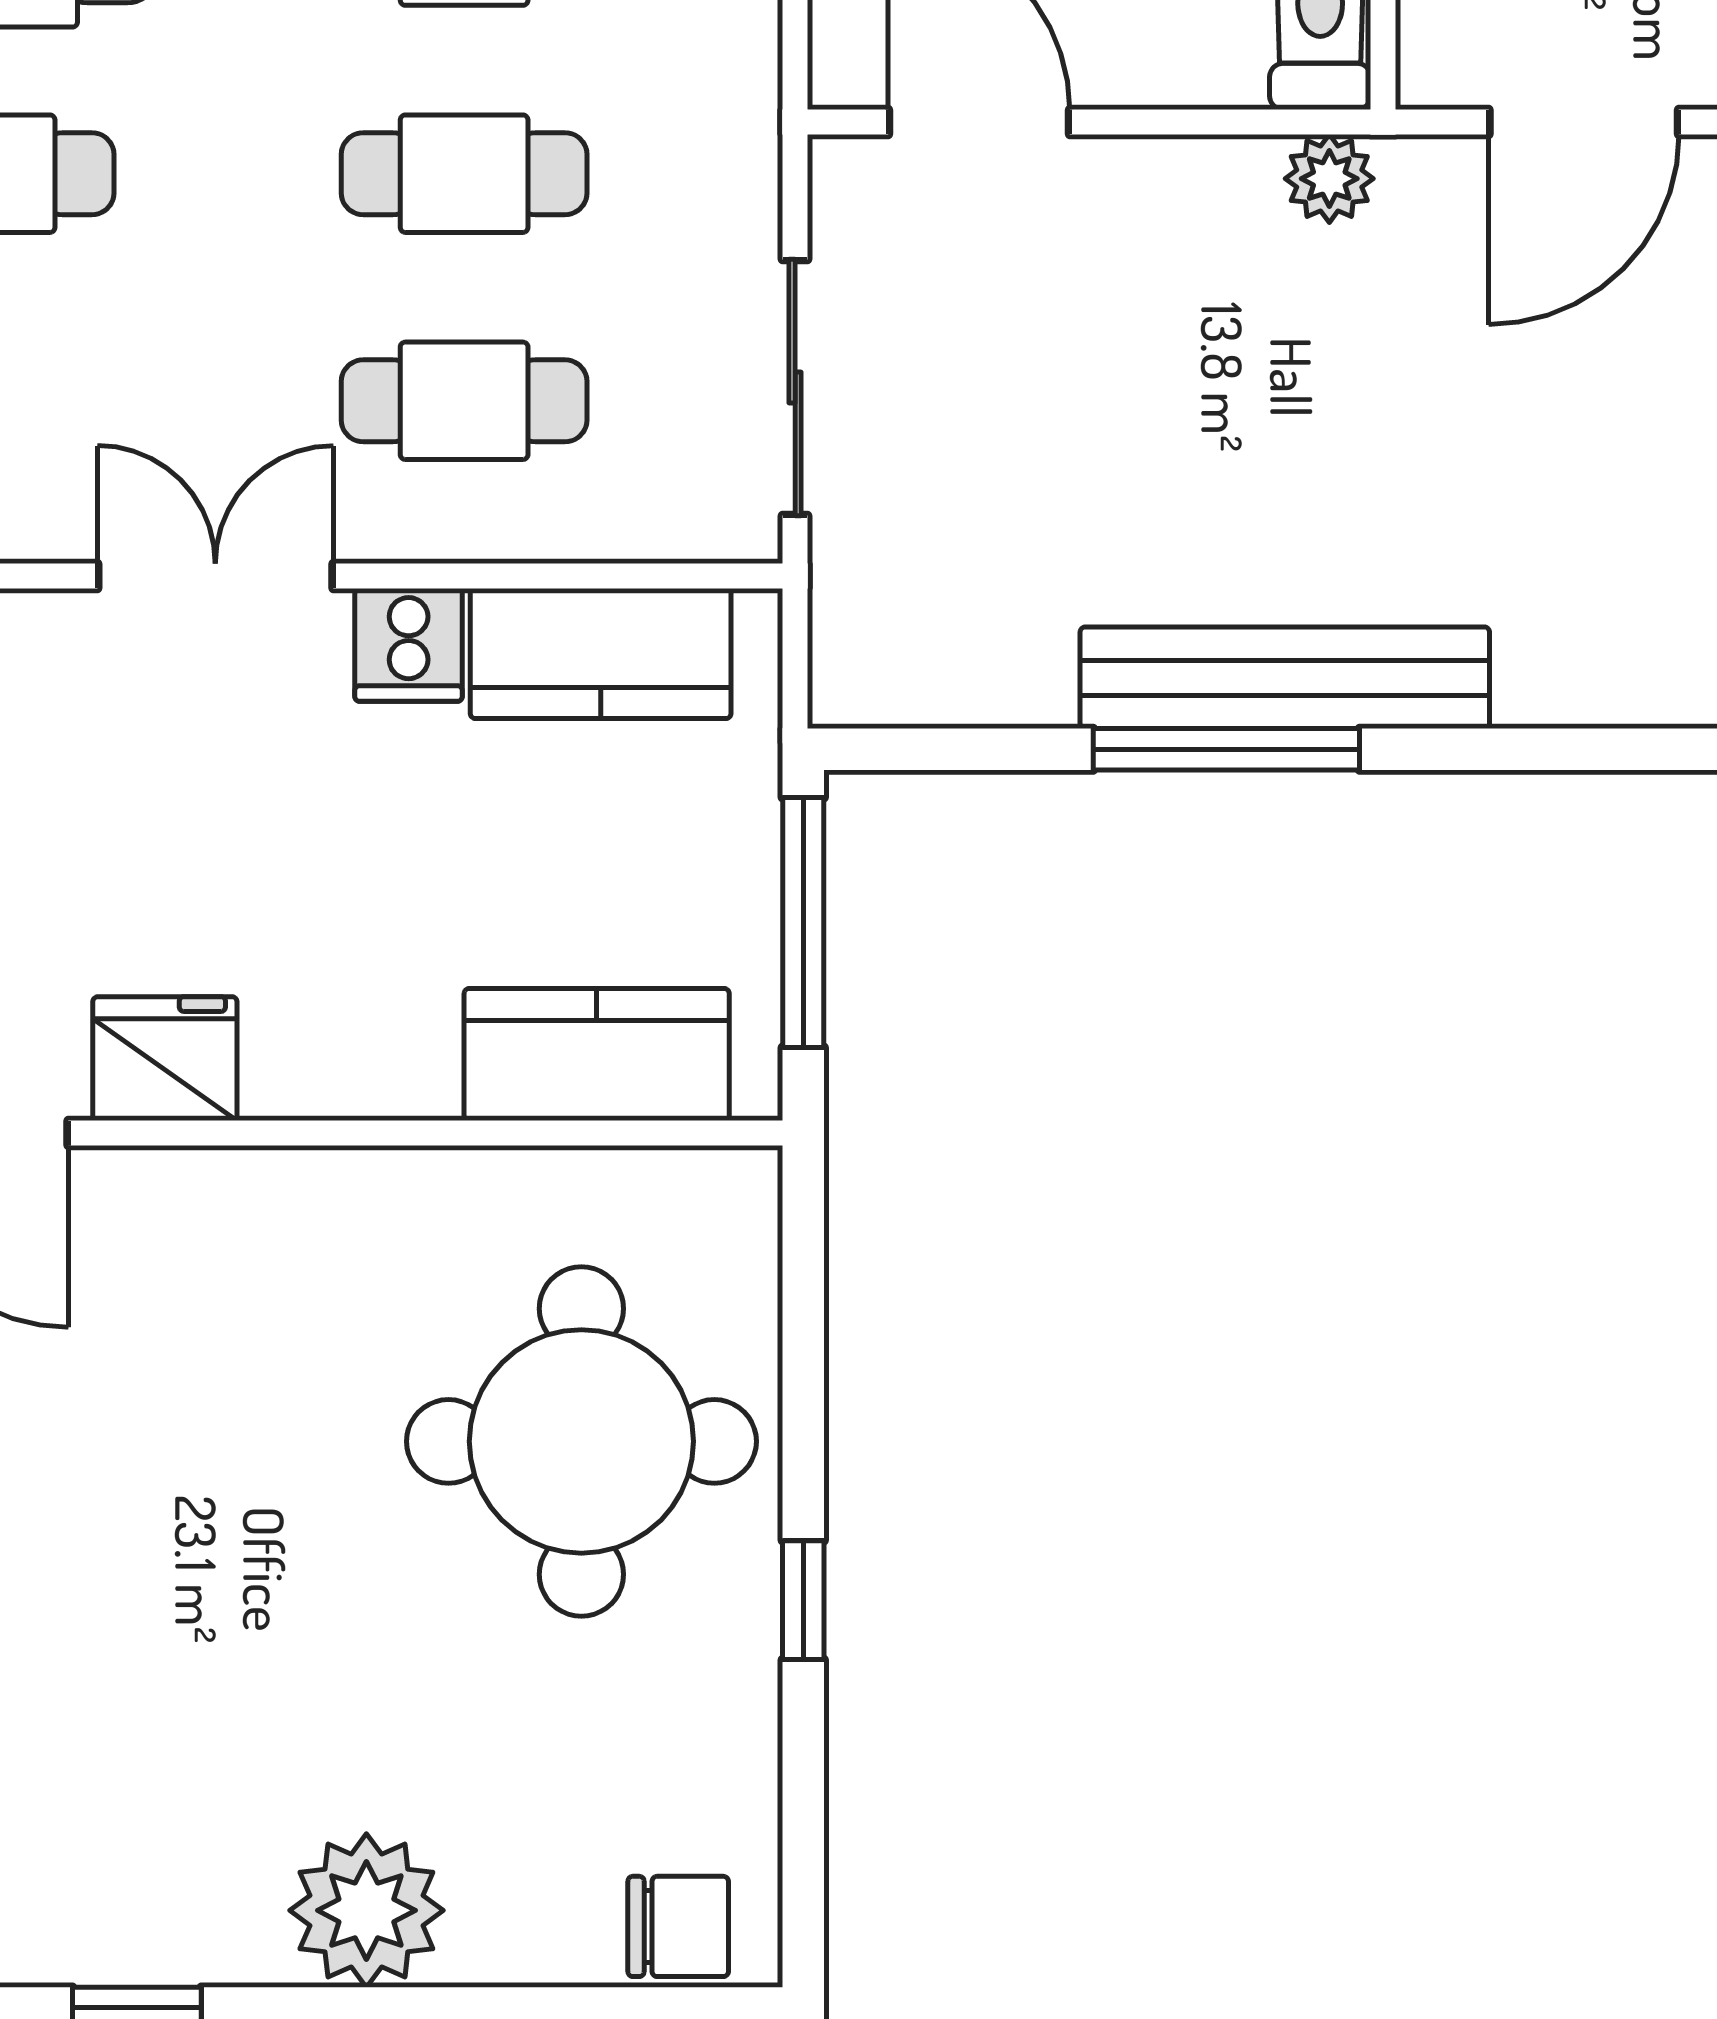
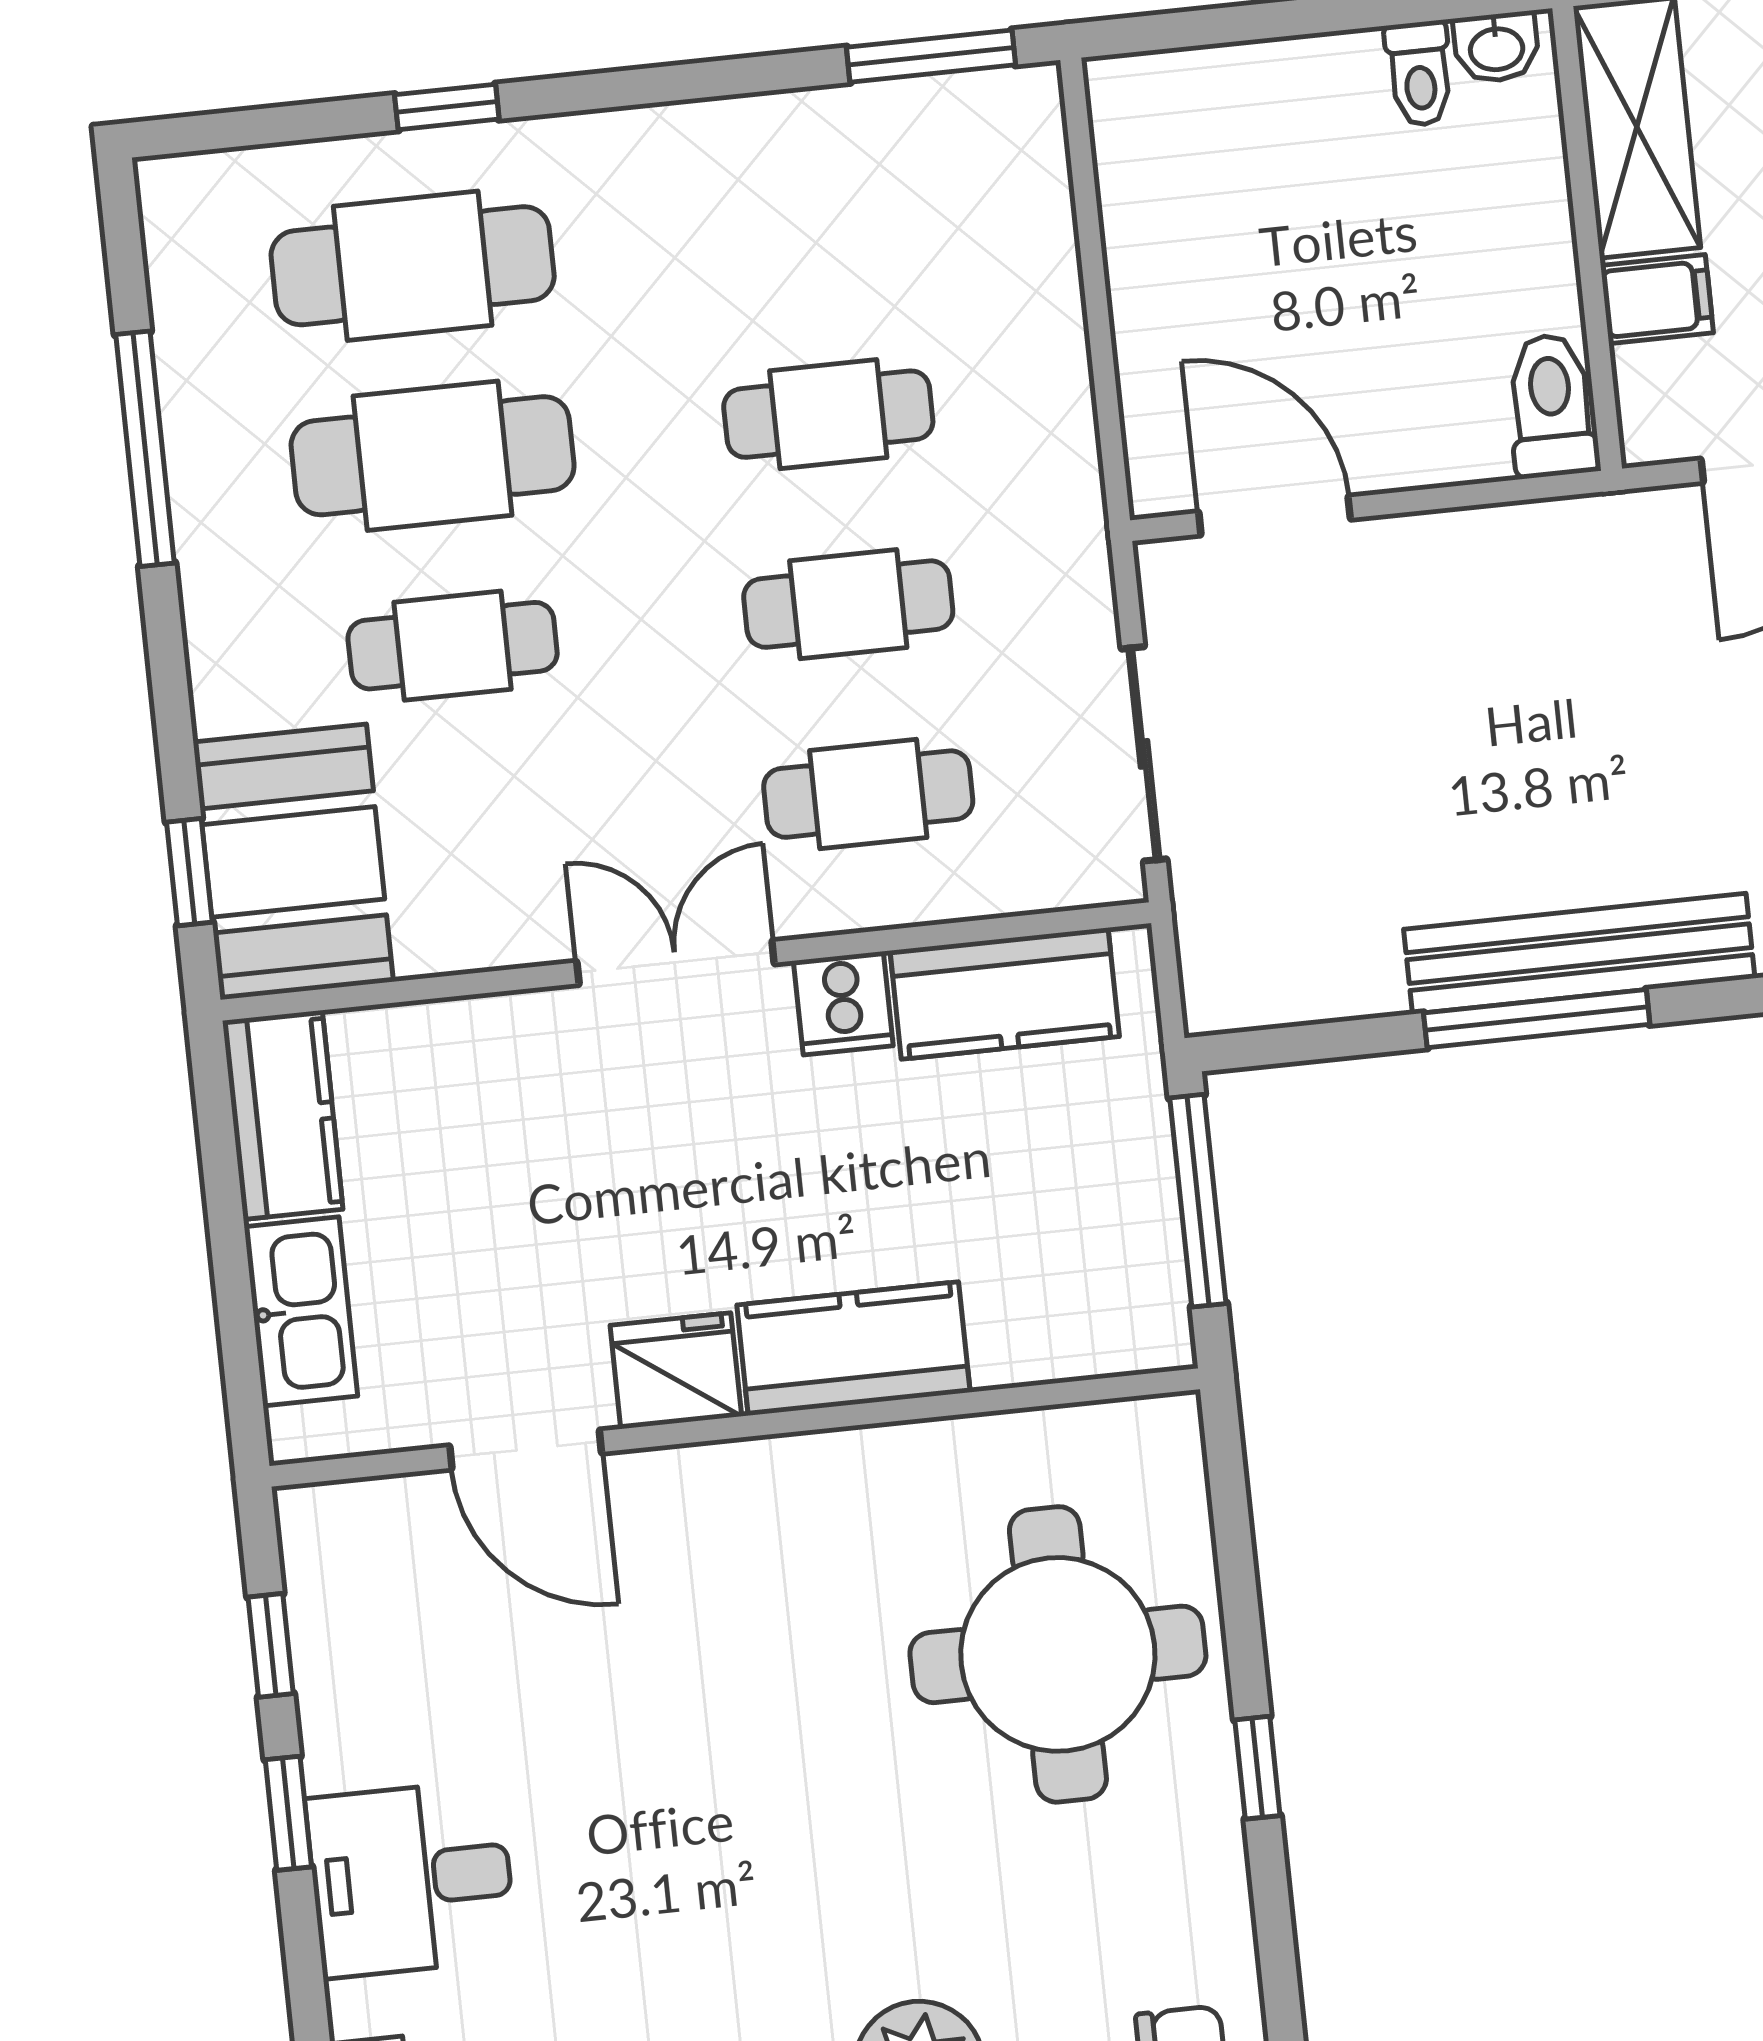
plant: (1329, 179) -> (1573, 532), removed
kitchen counter: (597, 1055) -> (853, 1349), moved

